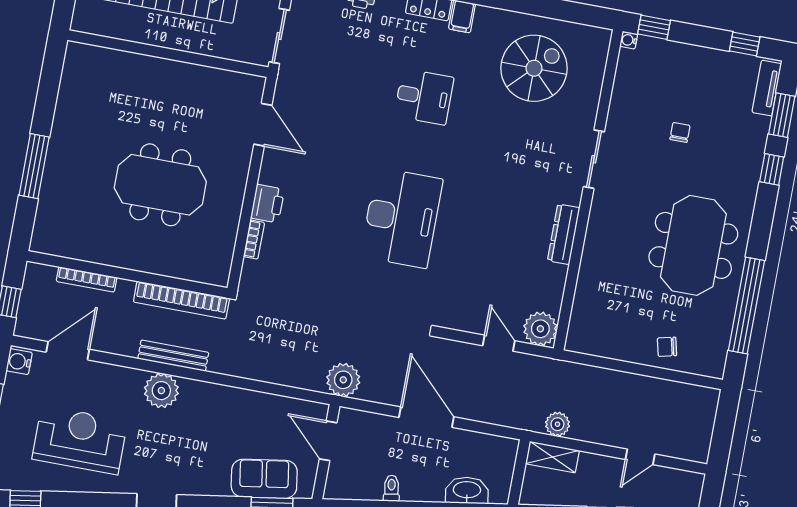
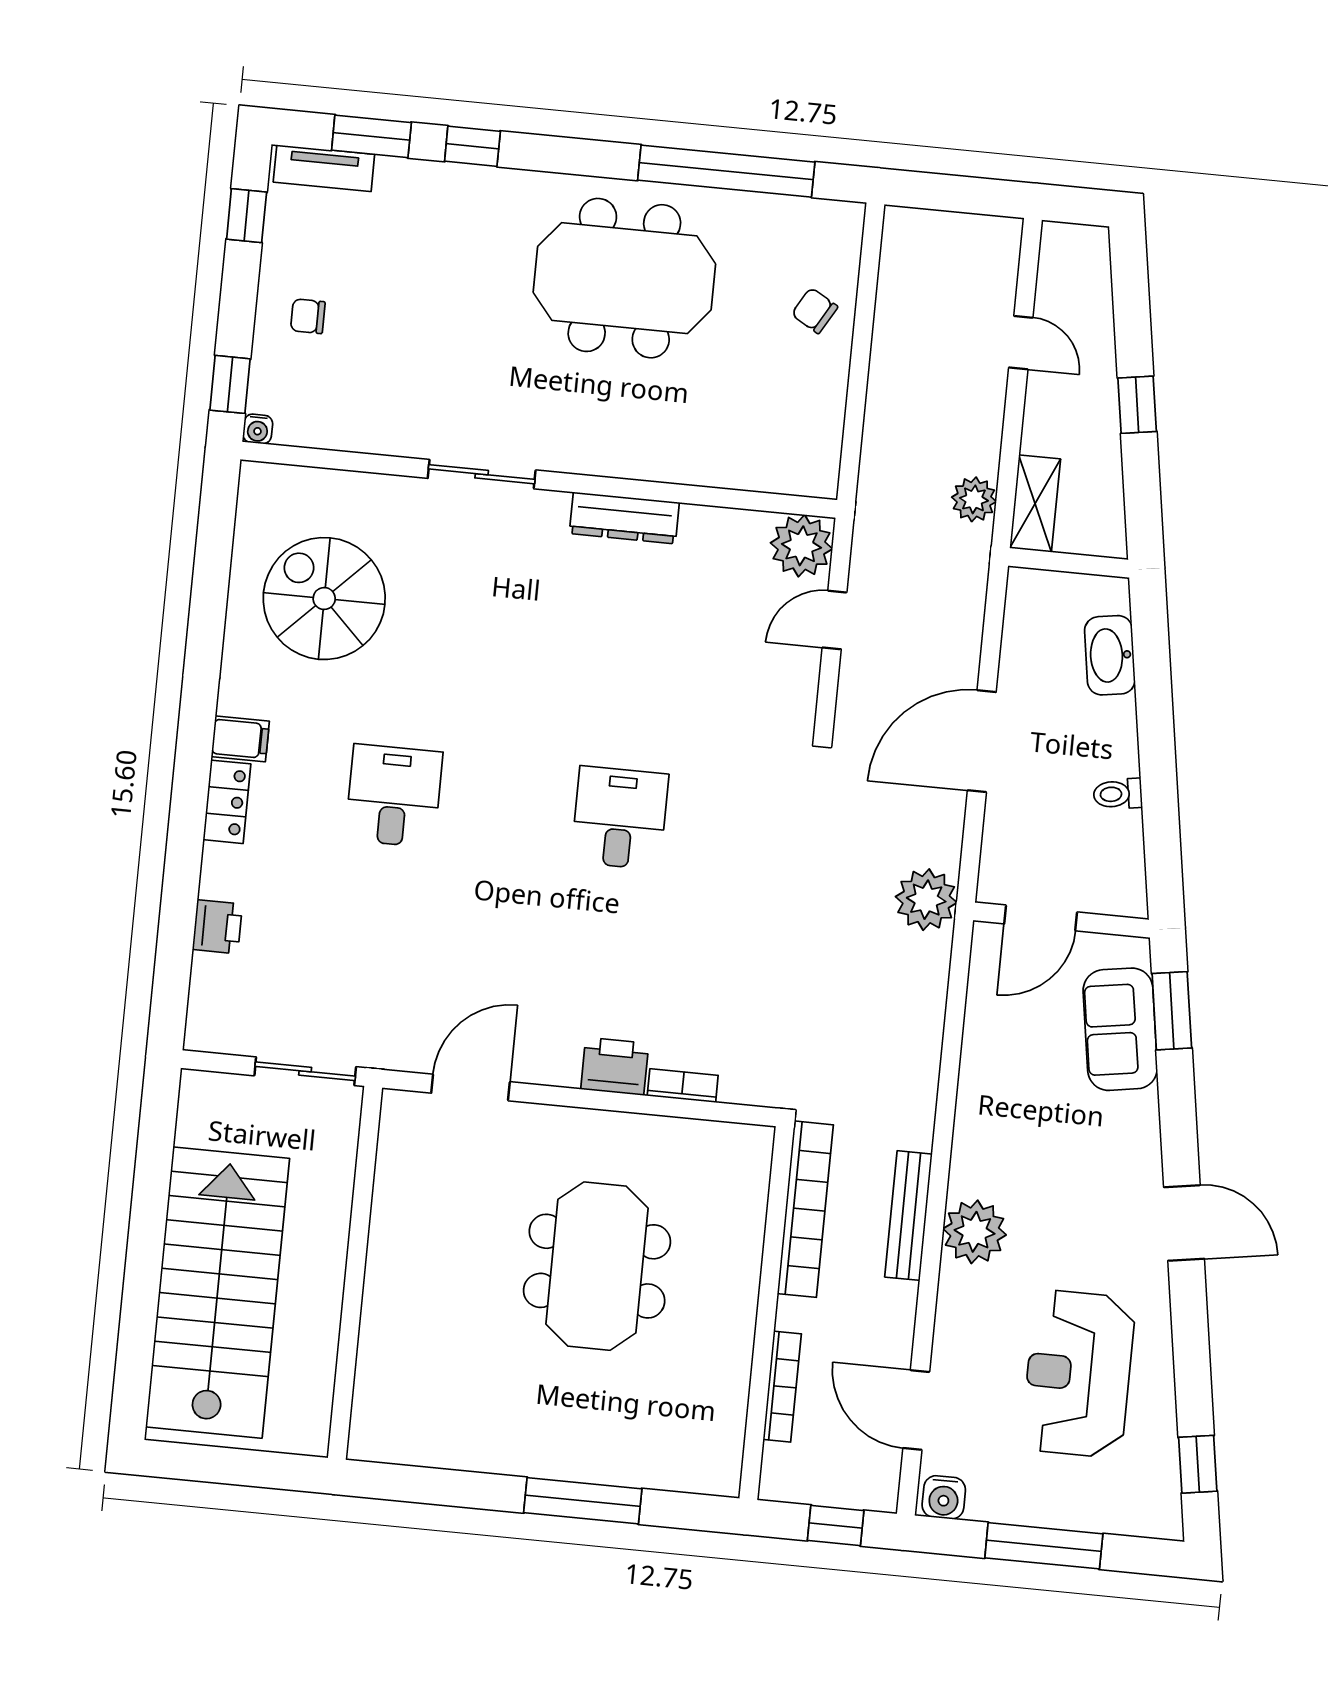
chair: (680, 132) -> (308, 316), moved
desk: (402, 218) -> (620, 818), width x0.53, depth x0.77
chair: (667, 347) -> (815, 311), turned 133

